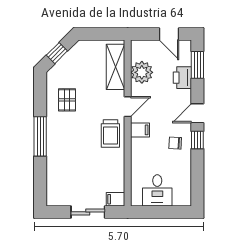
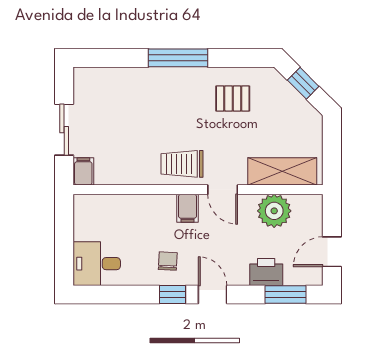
desk: (157, 190) -> (97, 264), moved

